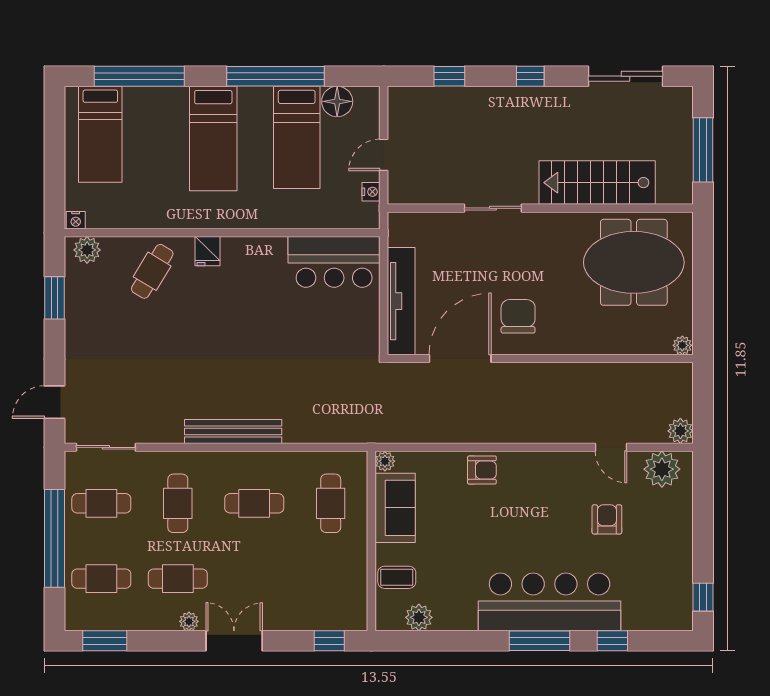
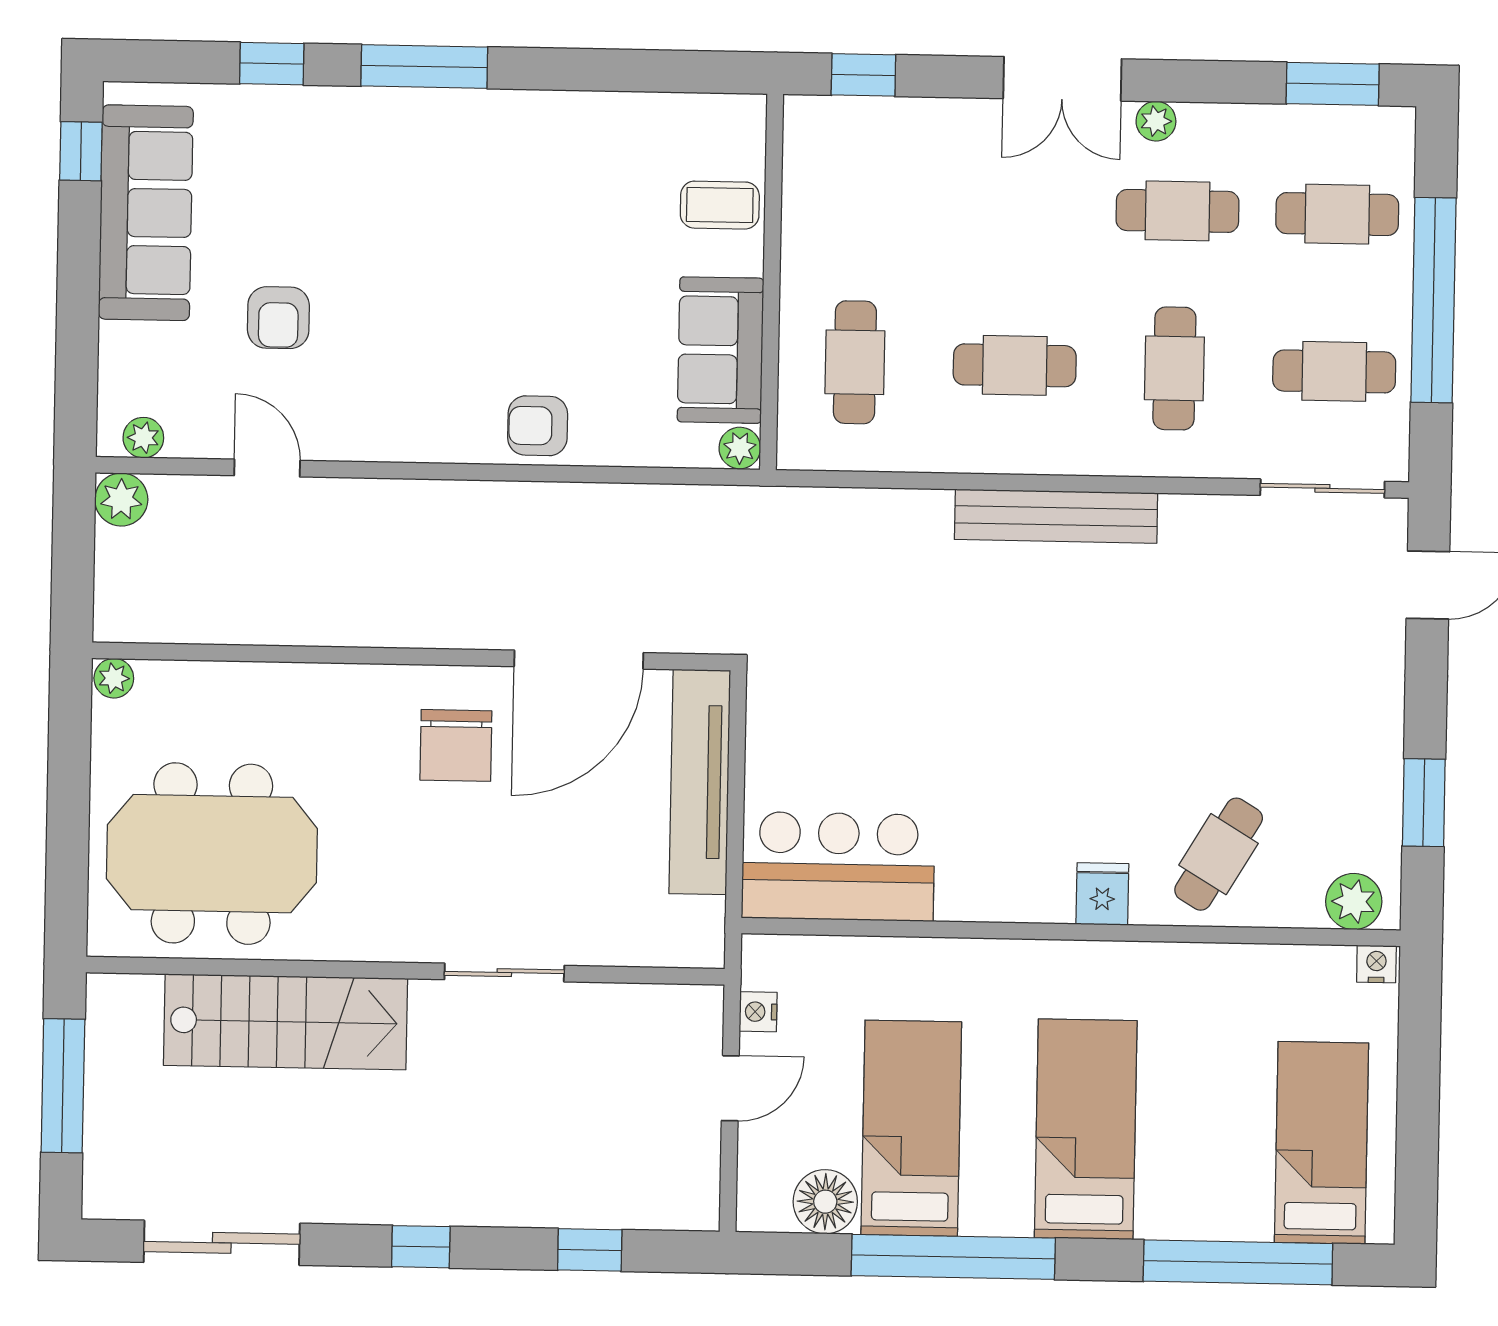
plant: (662, 469) -> (143, 438), width x0.53, depth x0.53
sofa: (671, 568) -> (146, 213), added
bar counter: (550, 602) -> (402, 147), removed
plant: (419, 617) -> (675, 120), removed

